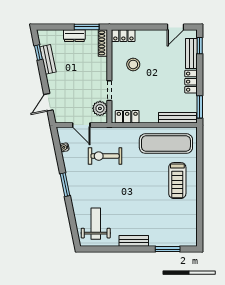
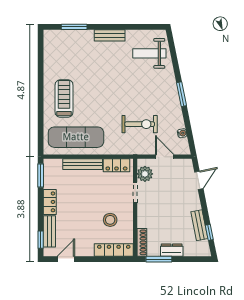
locker: (123, 36) -> (114, 250), width x1.53
bench: (177, 118) -> (83, 164), moved
weight bench: (96, 224) -> (149, 53), turned 90

